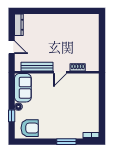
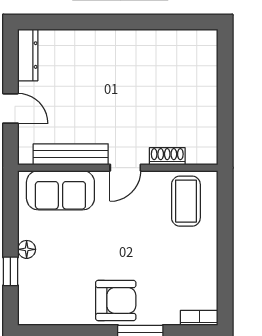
coffee table: (86, 86) -> (186, 201), added
sofa: (23, 88) -> (60, 190), moved, turned 90
armchair: (30, 128) -> (116, 300), moved

